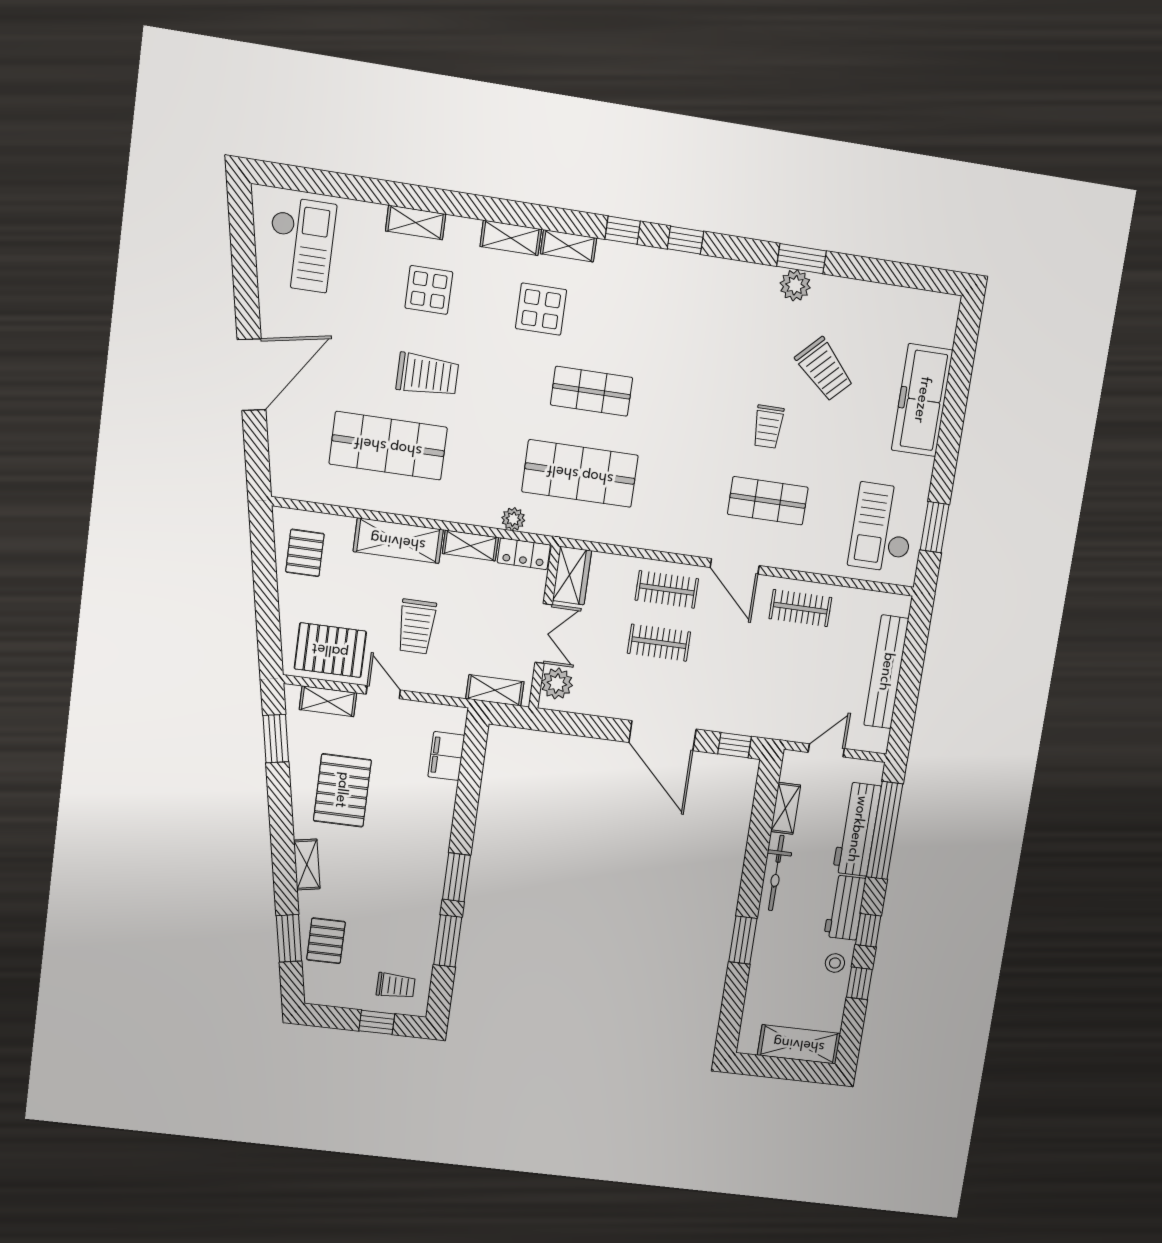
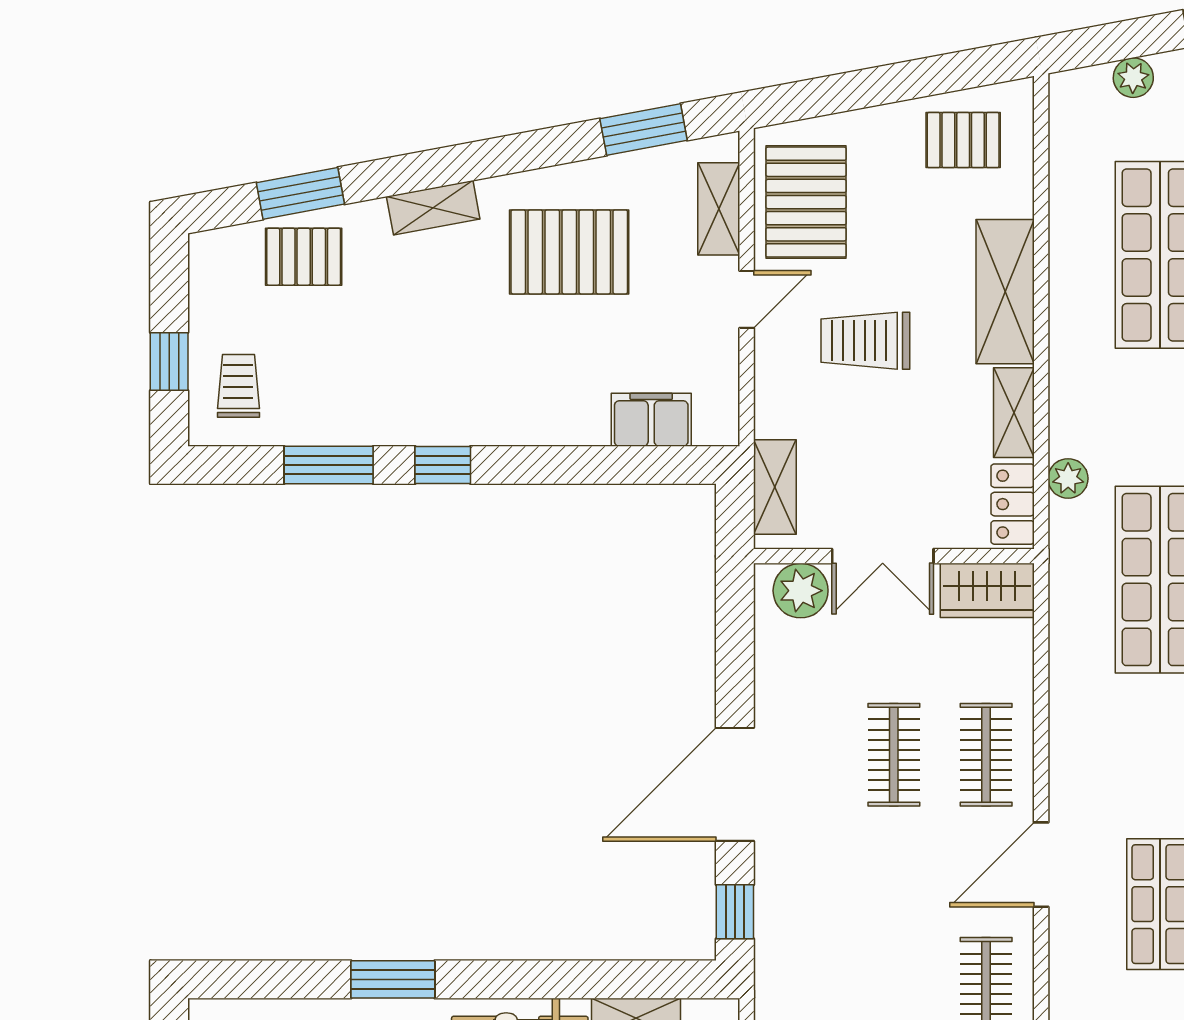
plant: (280, 446) -> (1133, 78), added
window: (456, 877) -> (443, 465), width x0.67
trolley: (396, 986) -> (238, 386), turned 180

